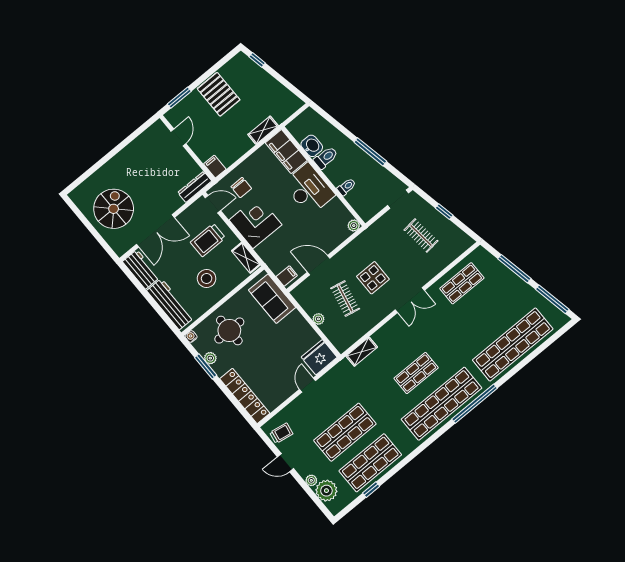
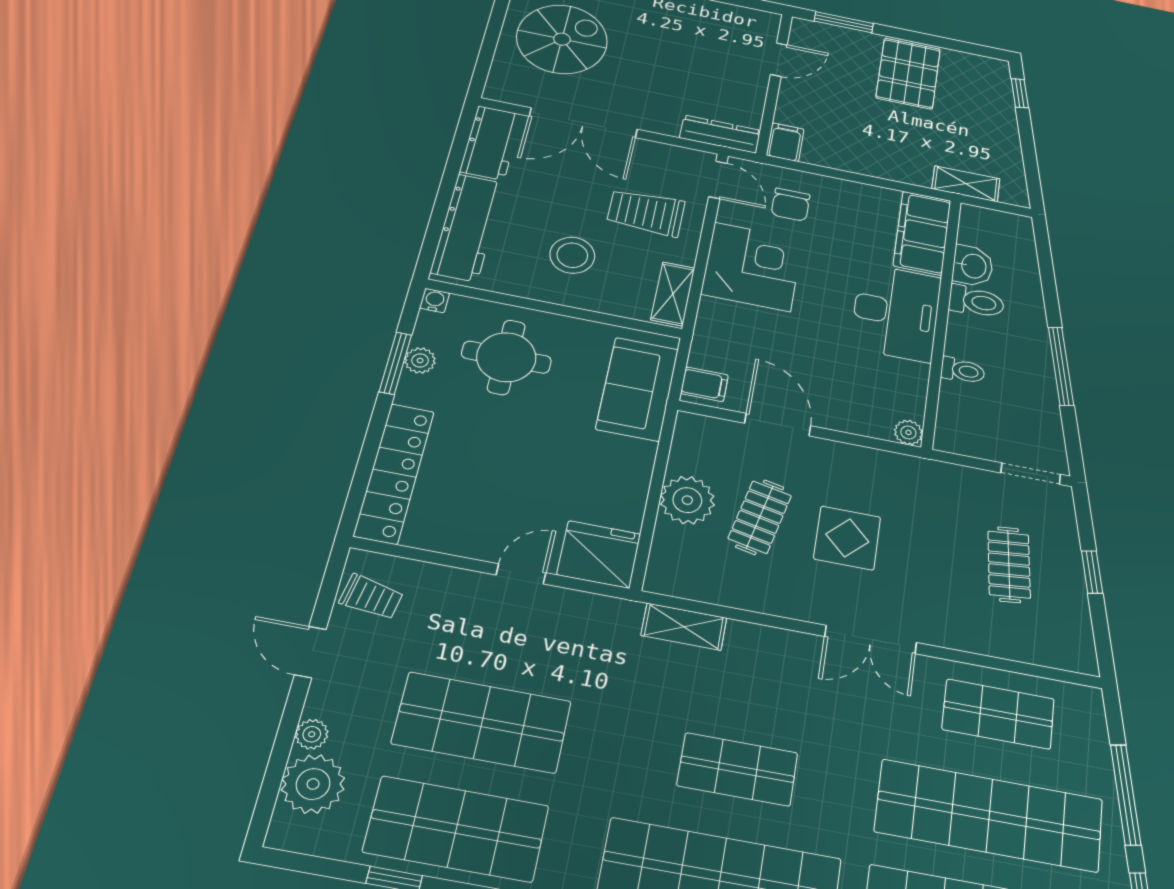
shelving: (263, 130) -> (966, 184), moved
shop shelf: (487, 314) -> (989, 815), added
plant: (318, 319) -> (687, 500), width x1.87, depth x1.87

